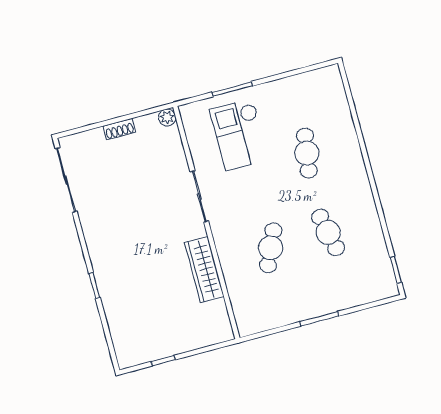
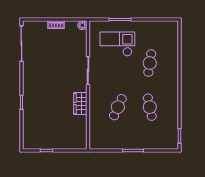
checkout: (239, 134) -> (117, 44), turned 90
wardrobe: (204, 270) -> (80, 104), width x0.67

